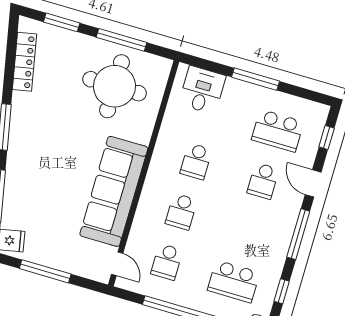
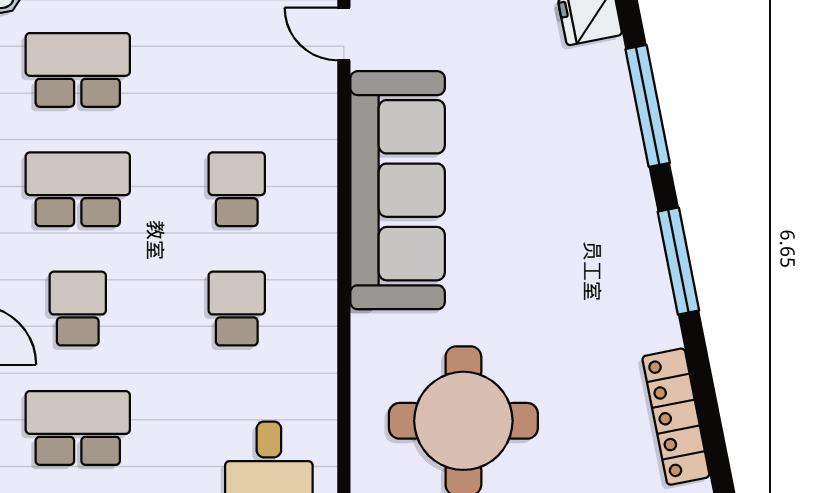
school desk: (167, 262) -> (78, 189), moved, width x1.85

